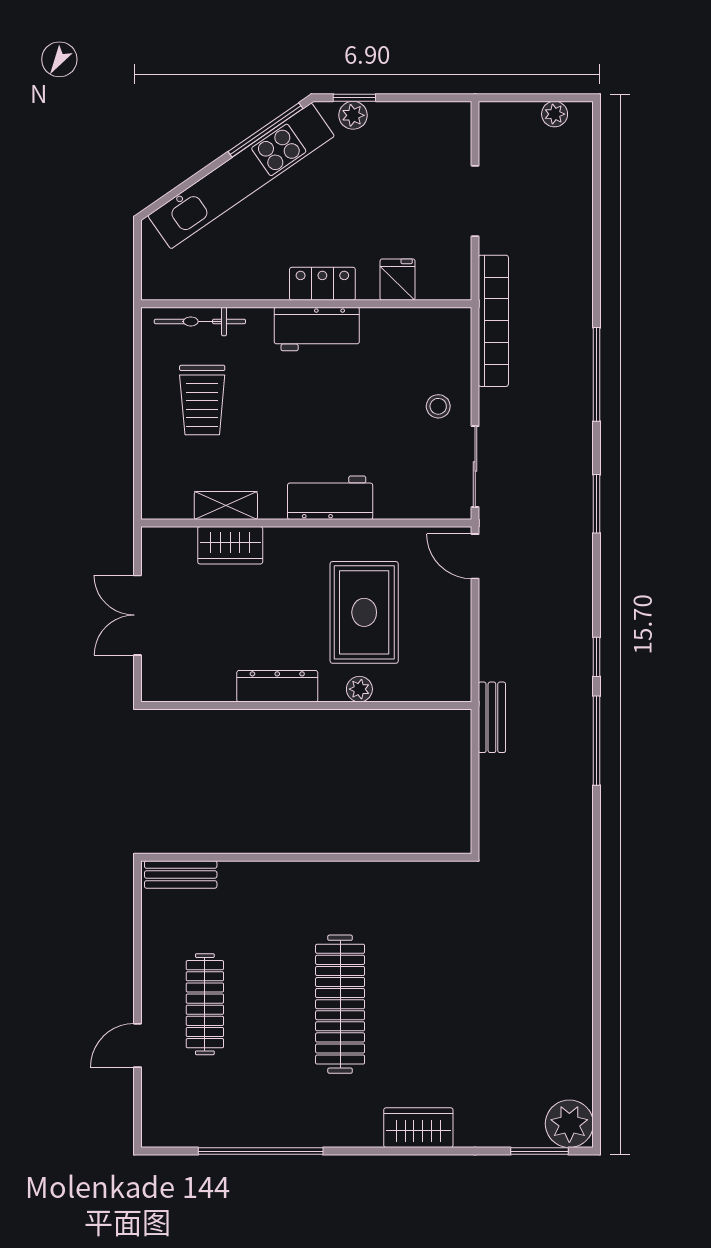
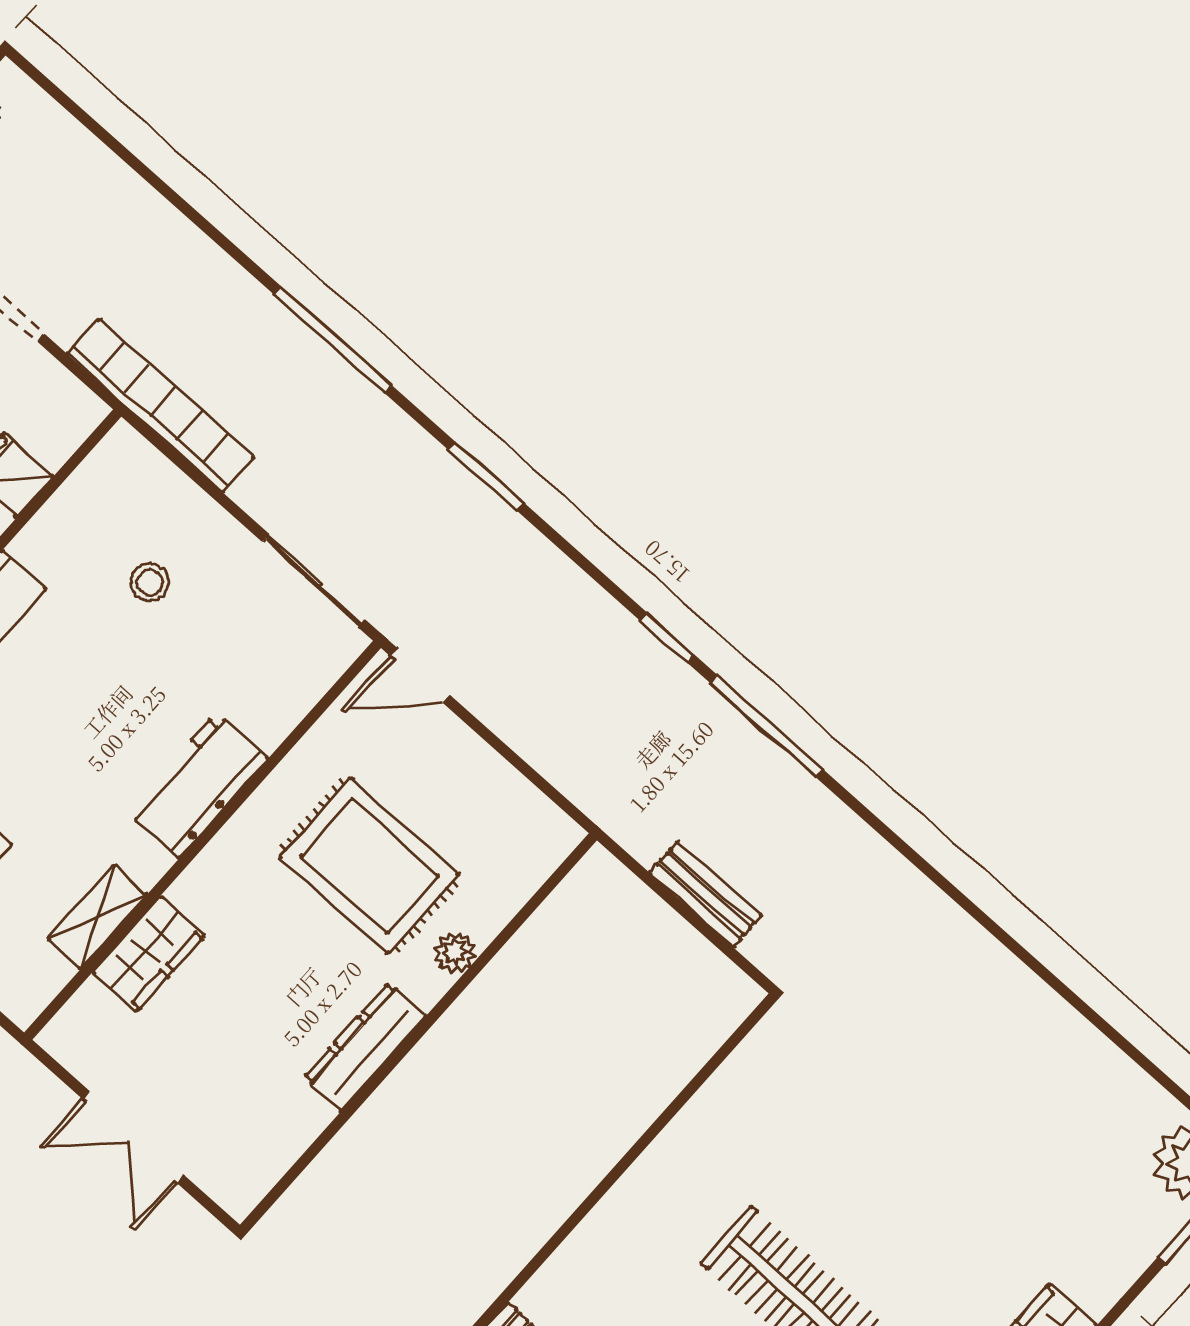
stool: (438, 406) -> (150, 582), moved
bench: (492, 717) -> (706, 894), moved

